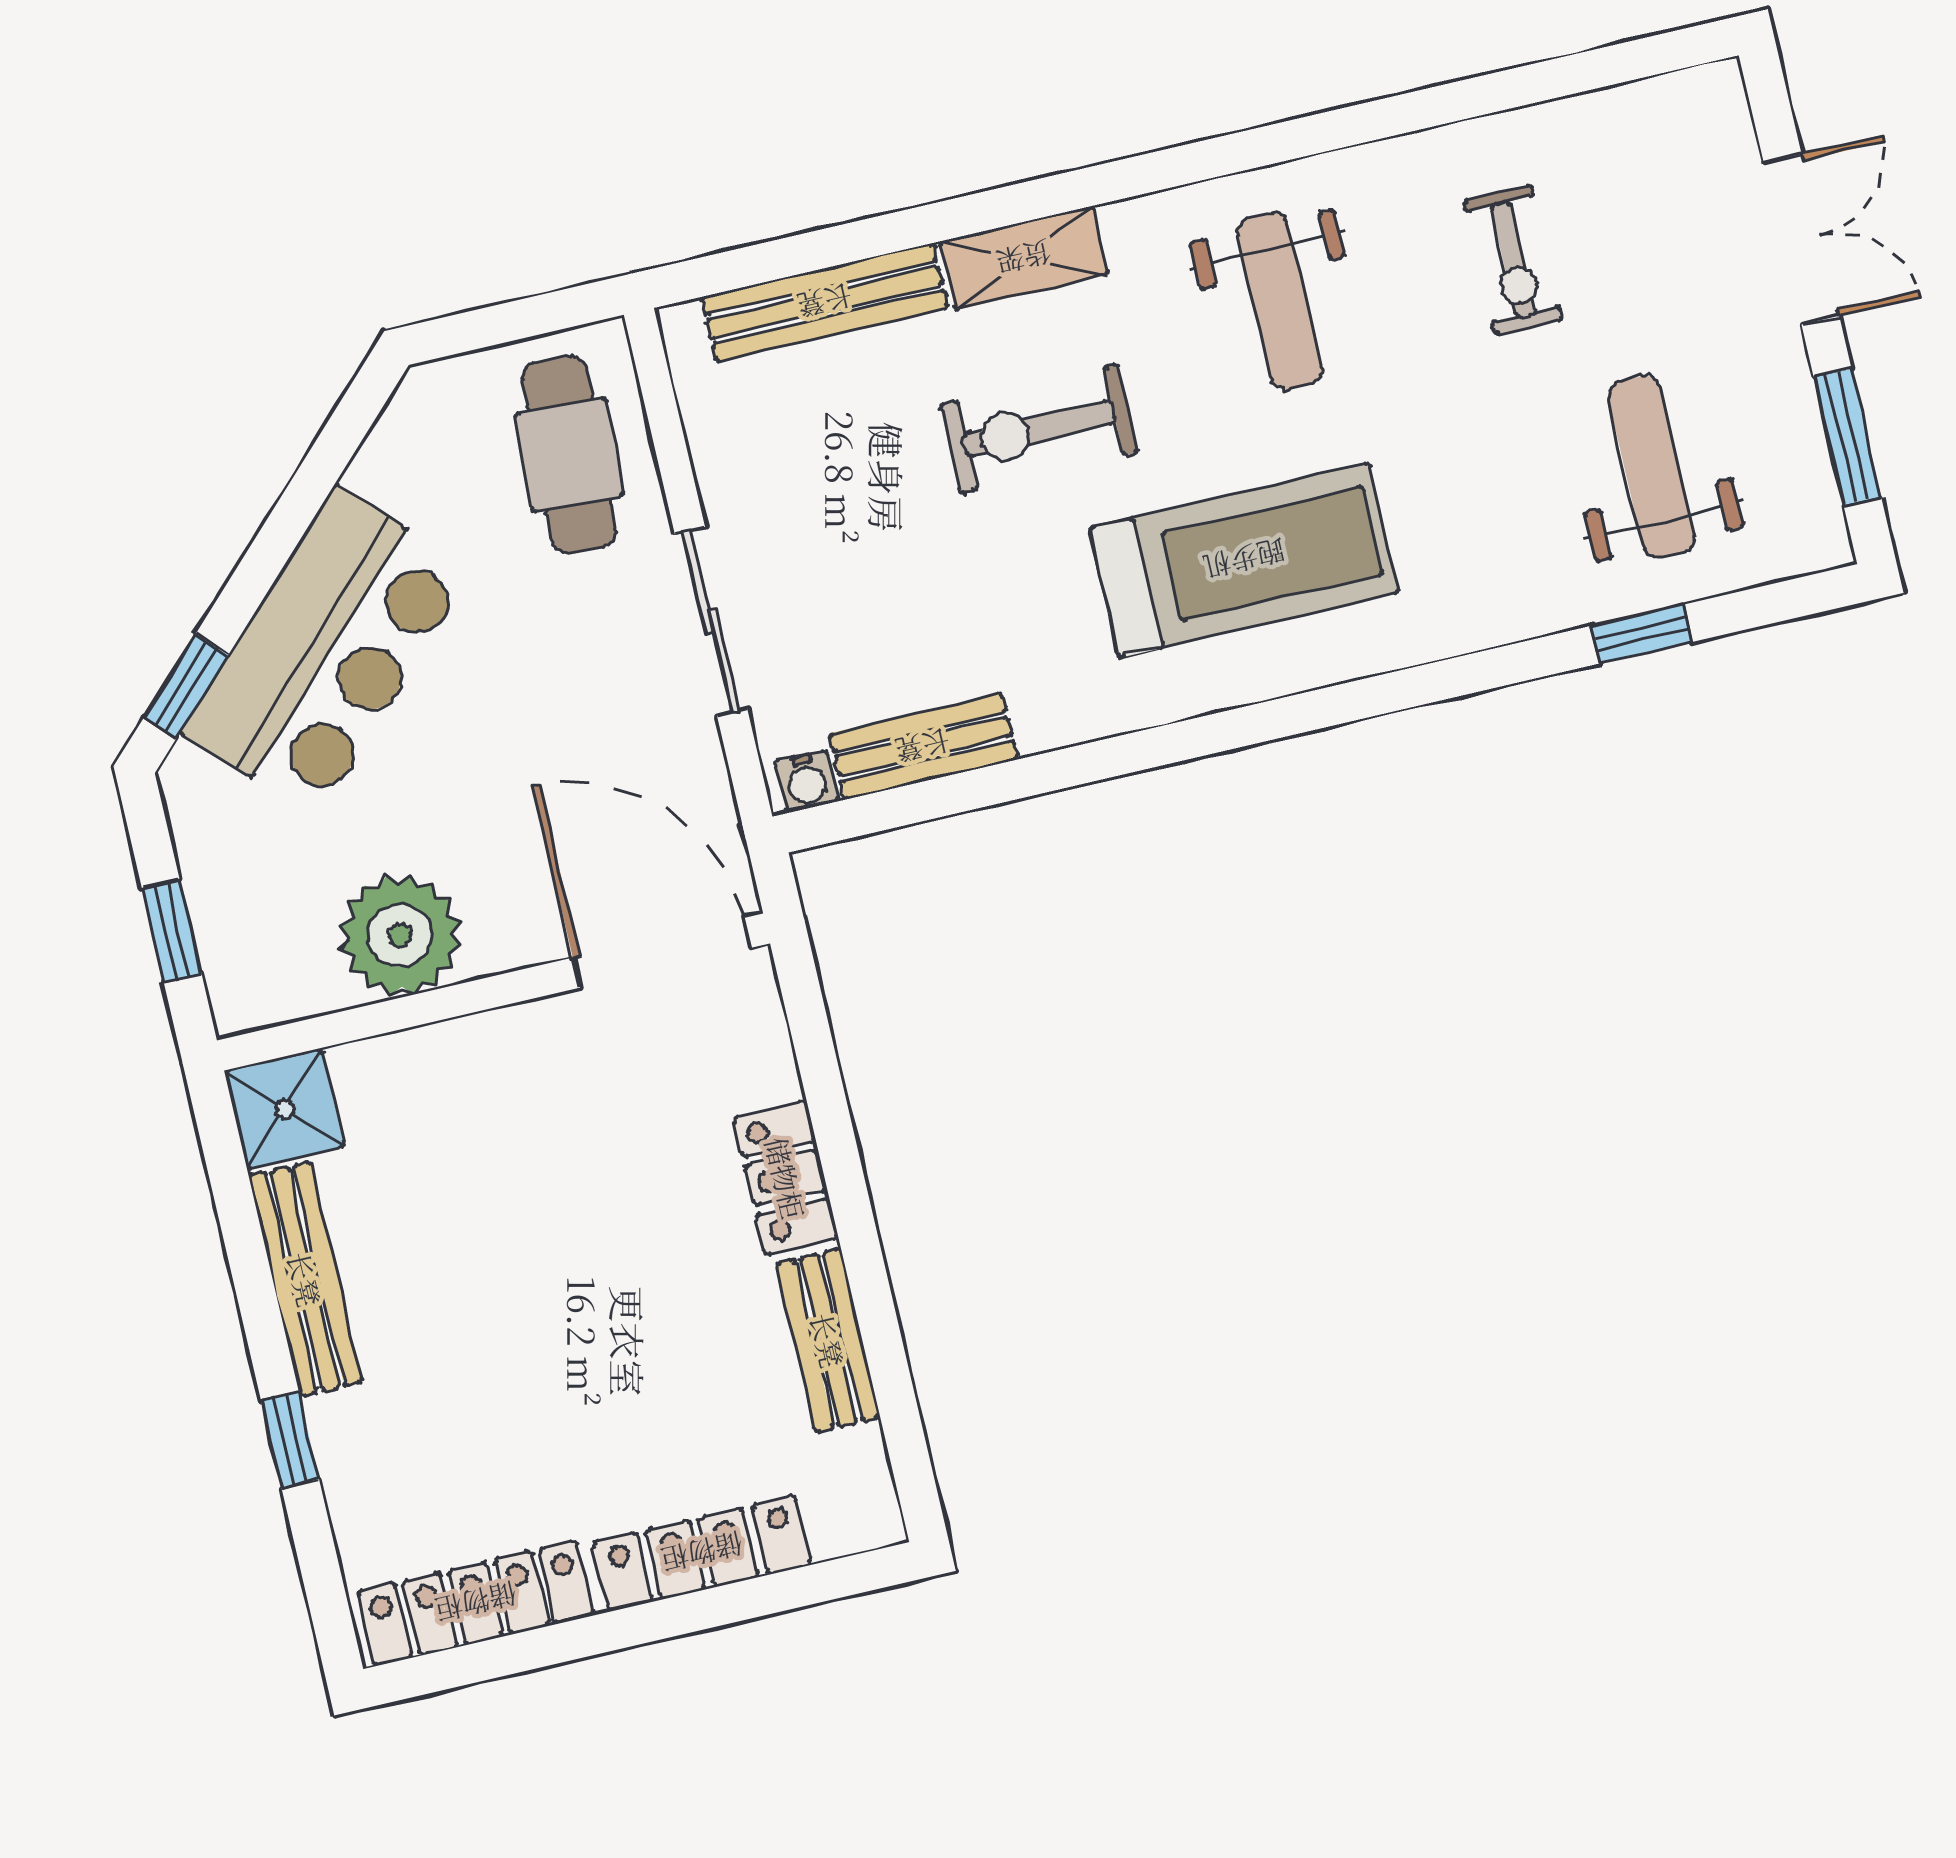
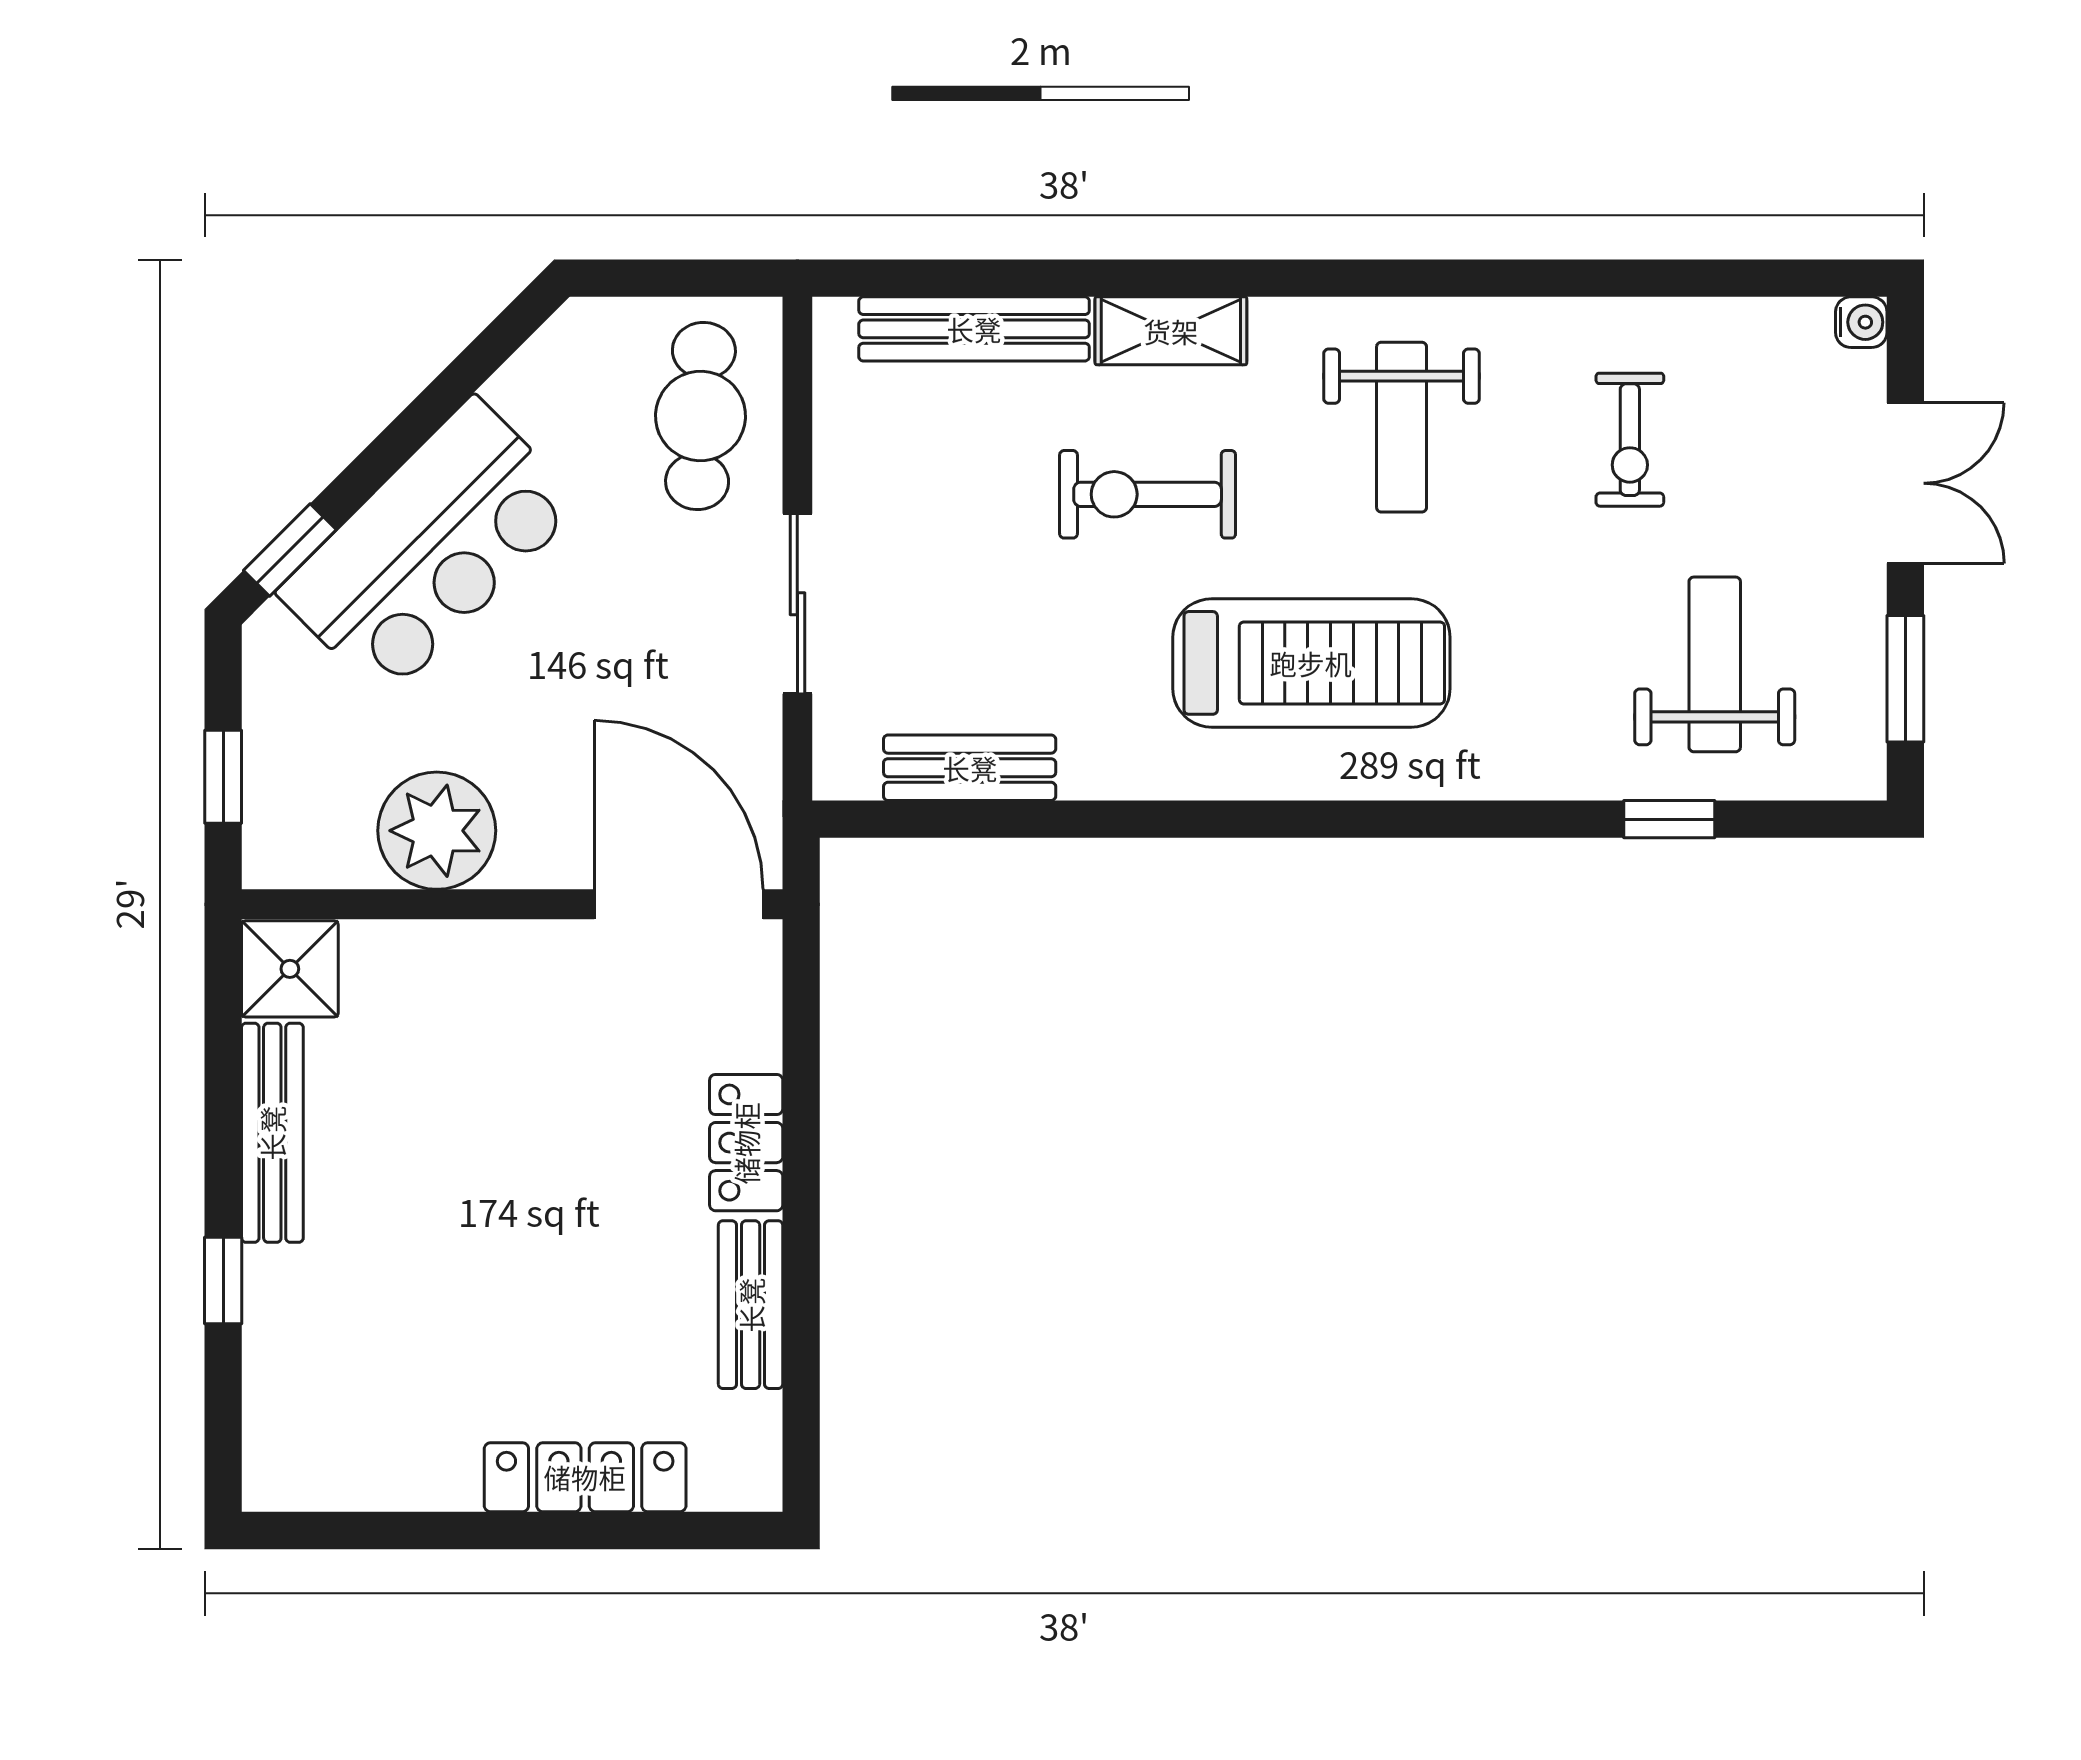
water cooler: (806, 782) -> (1861, 322), moved, turned -90
locker: (476, 1603) -> (362, 1475), removed

